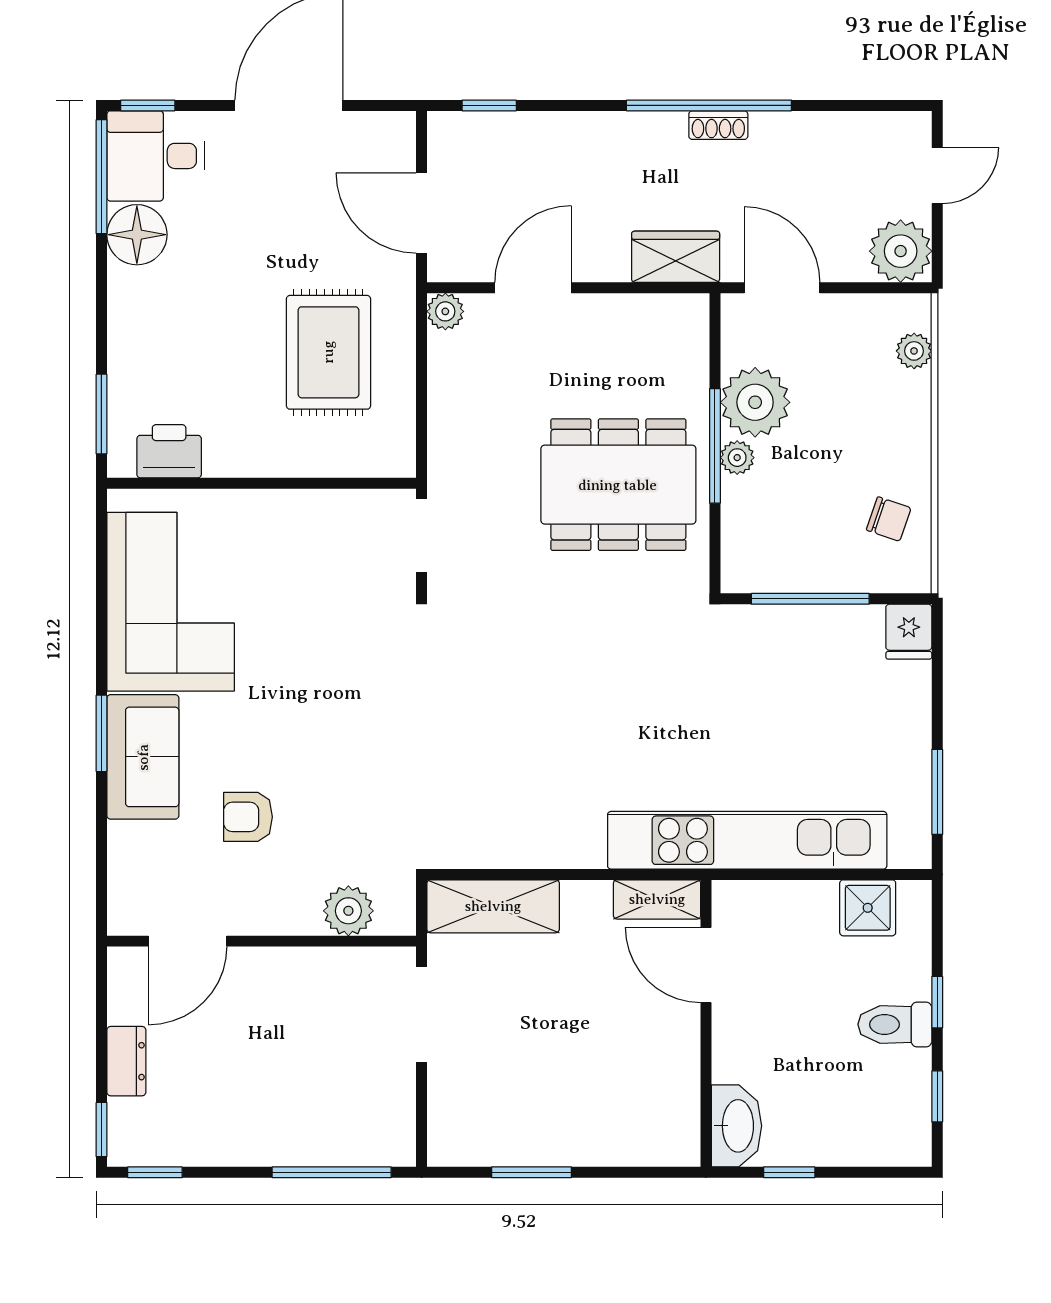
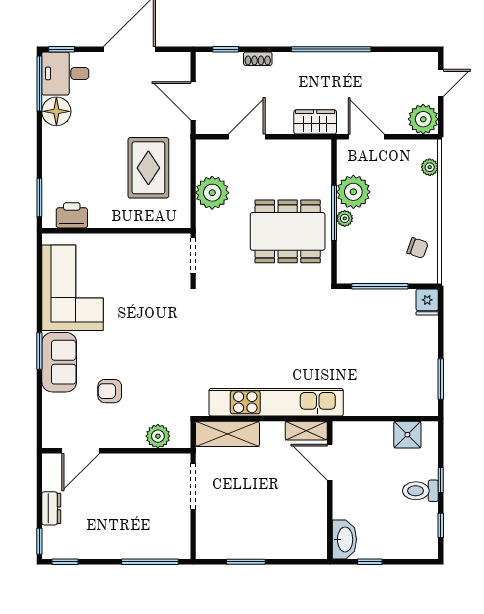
shoe rack: (718, 125) -> (258, 59), moved
plant: (445, 311) -> (212, 193), moved, width x1.88, depth x1.88
kitchen unit: (747, 840) -> (276, 402), moved

